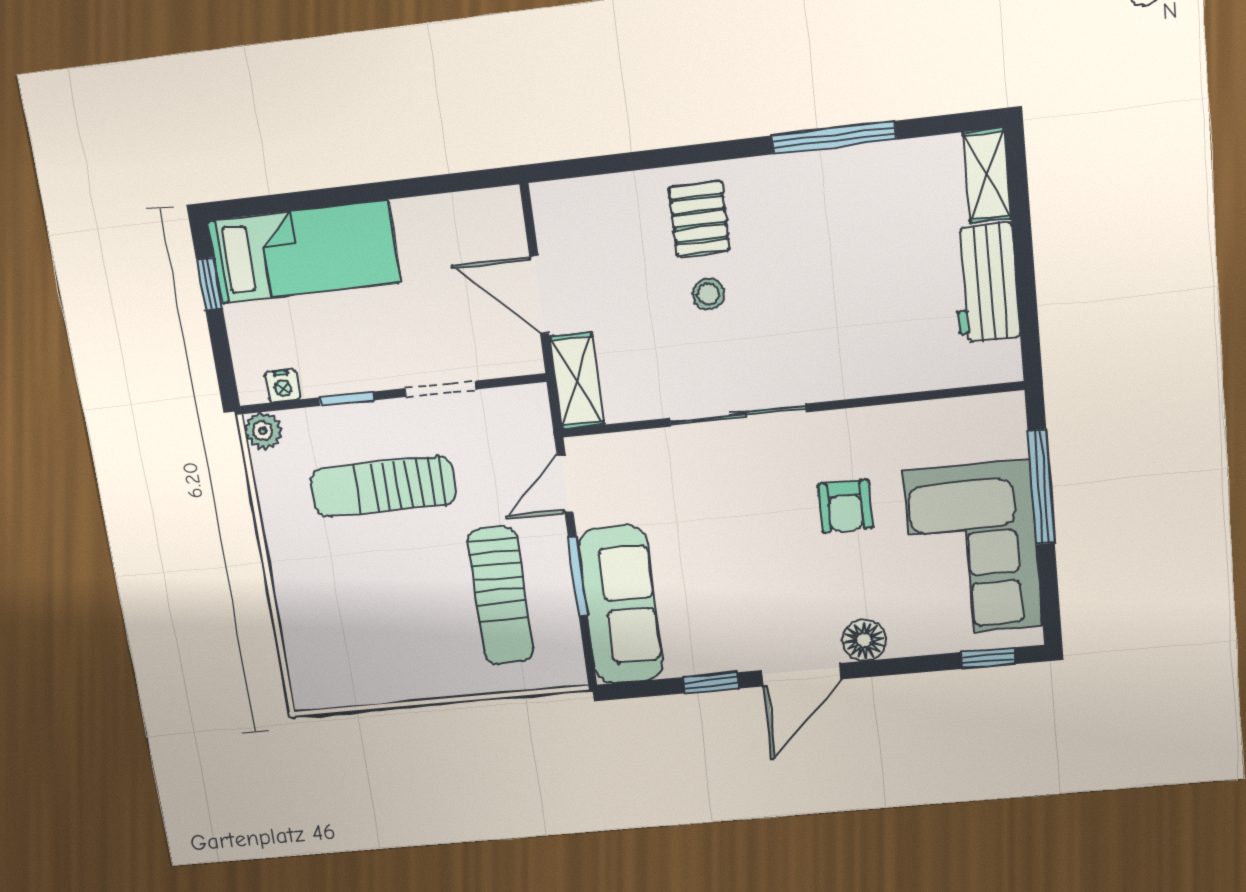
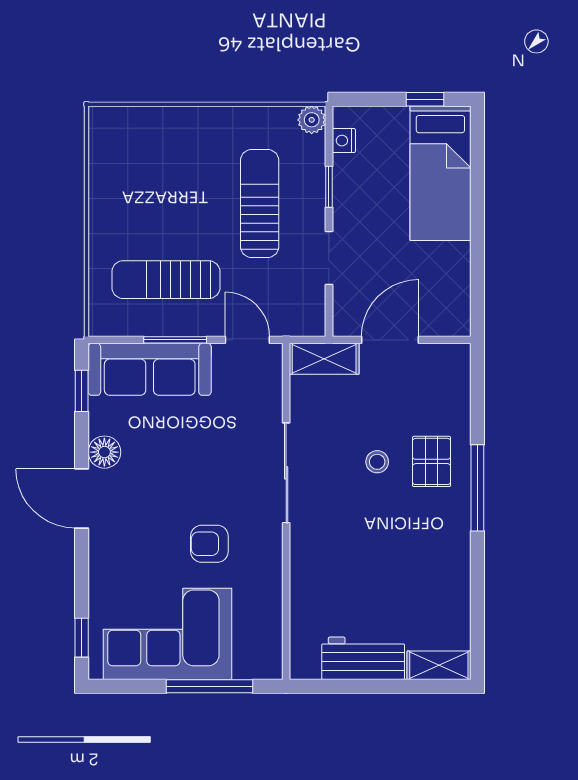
window: (834, 138) -> (477, 488), moved
pallet: (699, 219) -> (432, 461), turned 90
floor lamp: (864, 640) -> (104, 452), moved
window: (711, 683) -> (82, 391), moved

